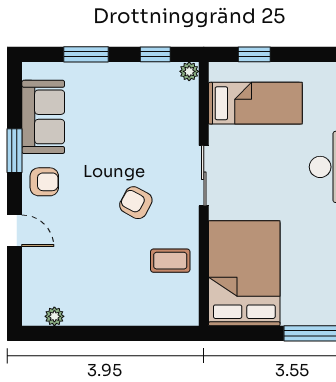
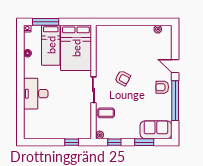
bed: (255, 103) -> (51, 45), moved, turned -90
sofa: (43, 117) -> (156, 130), moved, turned 90
window: (14, 151) -> (175, 101), width x2.11
coffee table: (170, 261) -> (106, 113), moved

